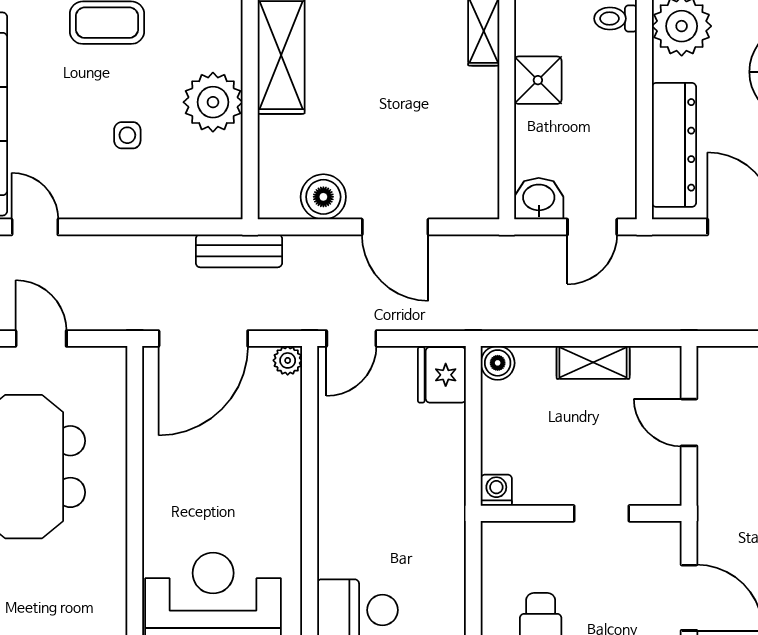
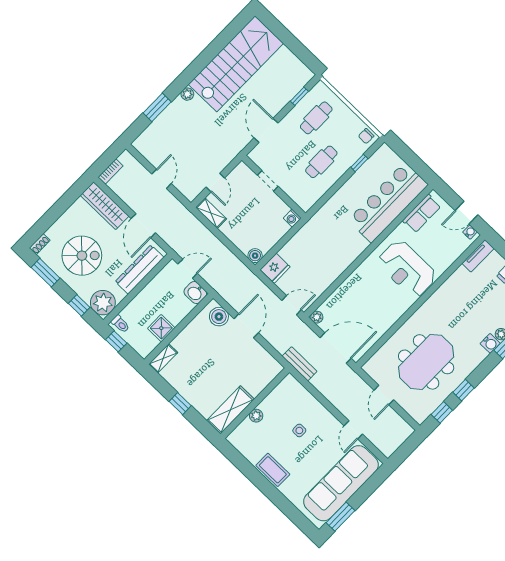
plant: (213, 102) -> (256, 416), width x0.53, depth x0.53
boiler: (323, 197) -> (219, 317), moved
shelving: (593, 362) -> (211, 213), moved

